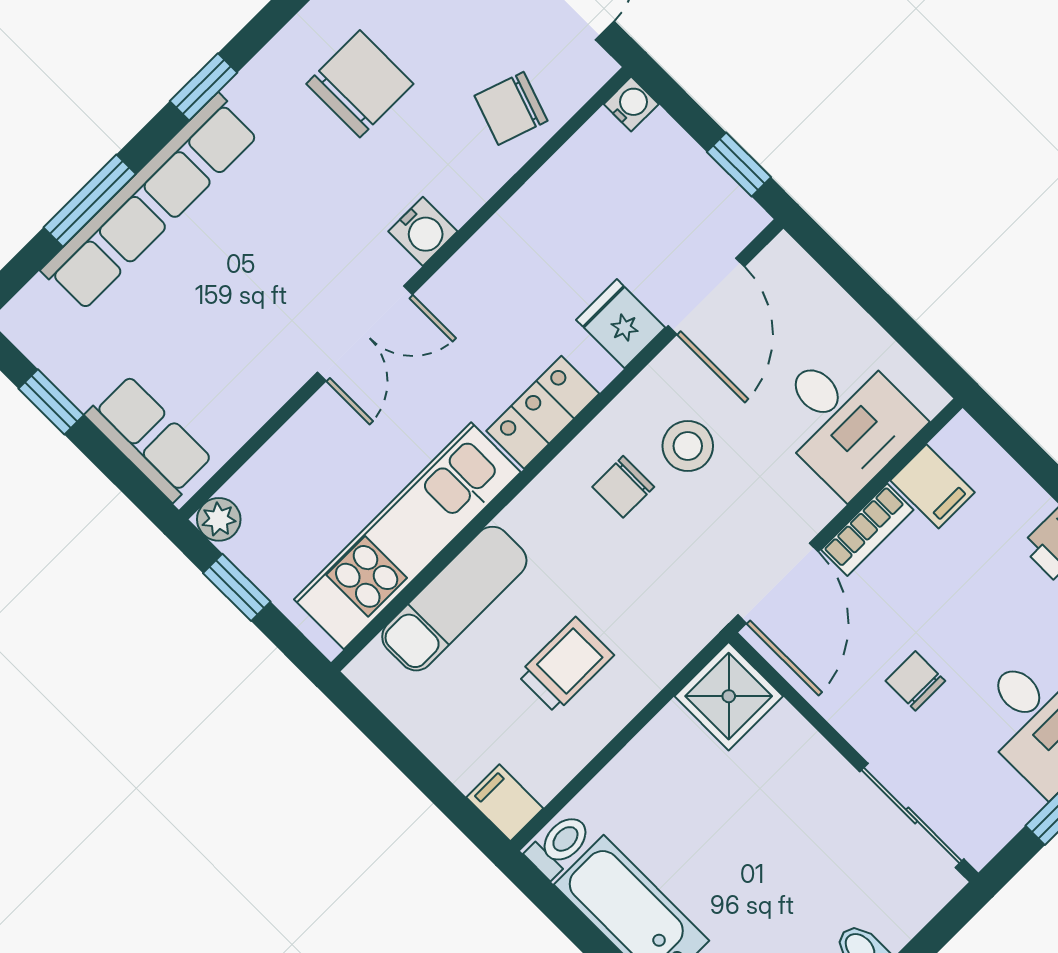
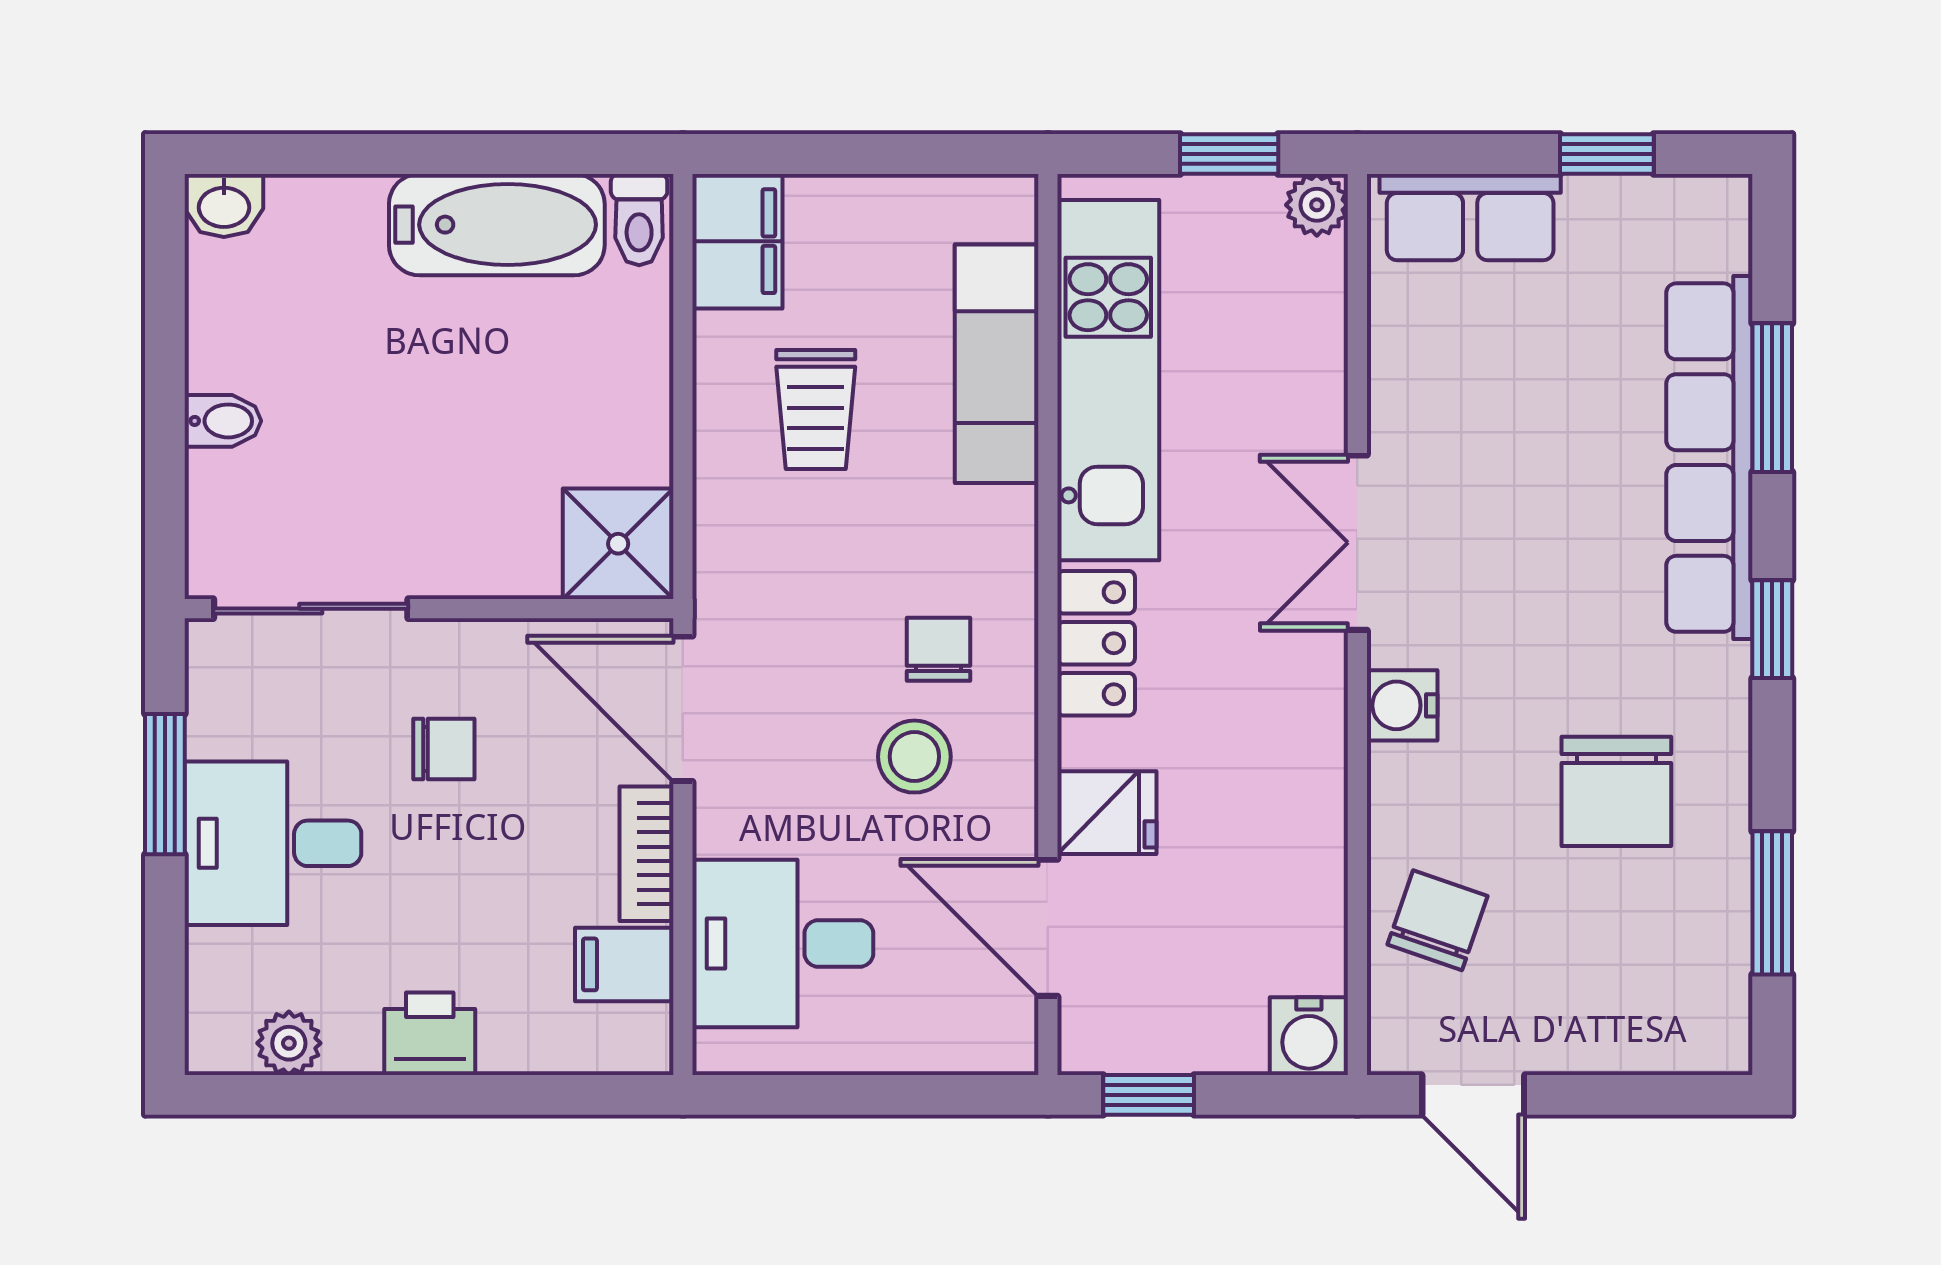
water cooler: (631, 104) -> (1309, 1036), width x1.38, depth x1.38
filing cabinet: (505, 803) -> (737, 241), width x2.00

